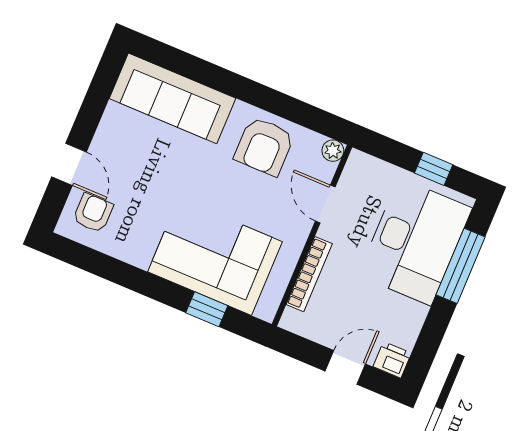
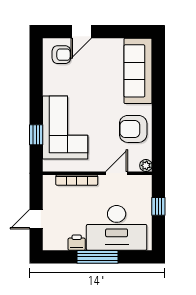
window: (434, 169) -> (158, 206), moved
window: (461, 266) -> (97, 257), moved
printer: (392, 360) -> (77, 243), moved, turned -90
door: (345, 367) -> (36, 219), swing flipped

